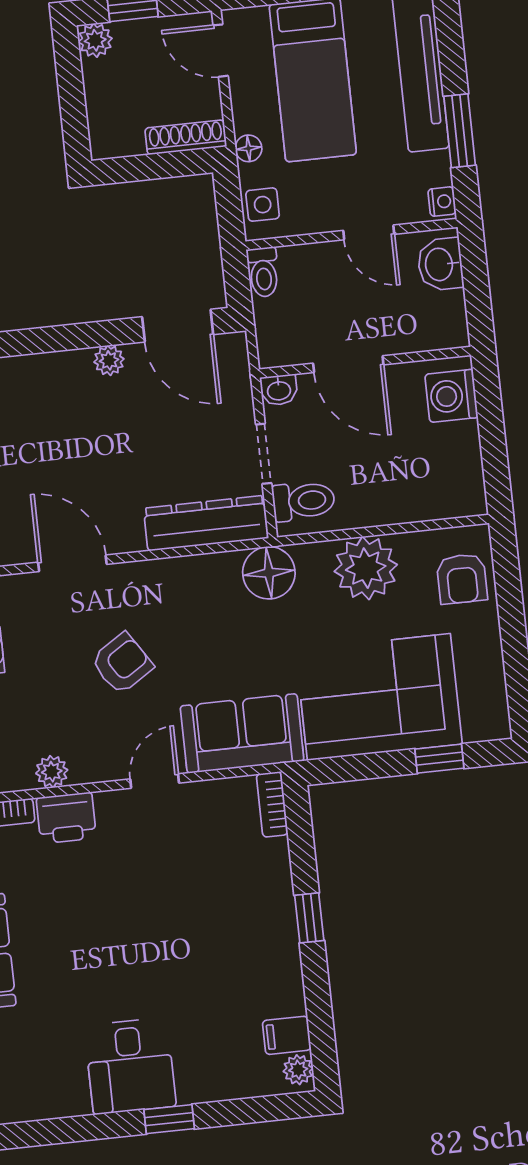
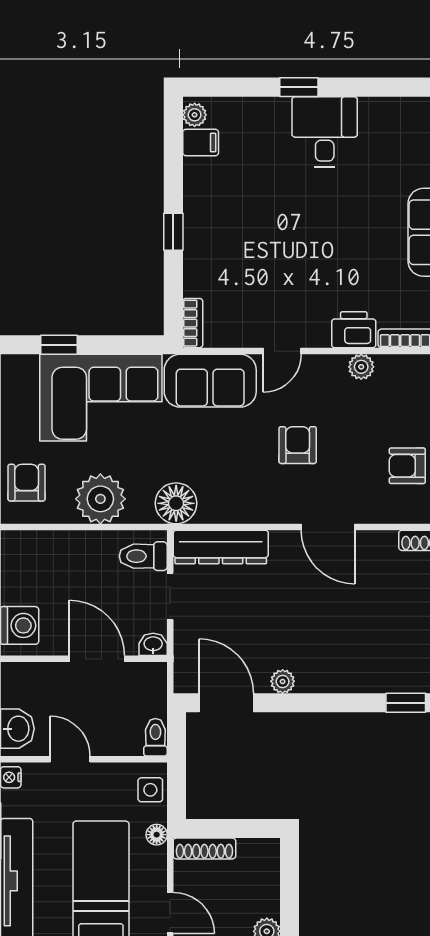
armchair: (122, 663) -> (298, 445), turned 123

